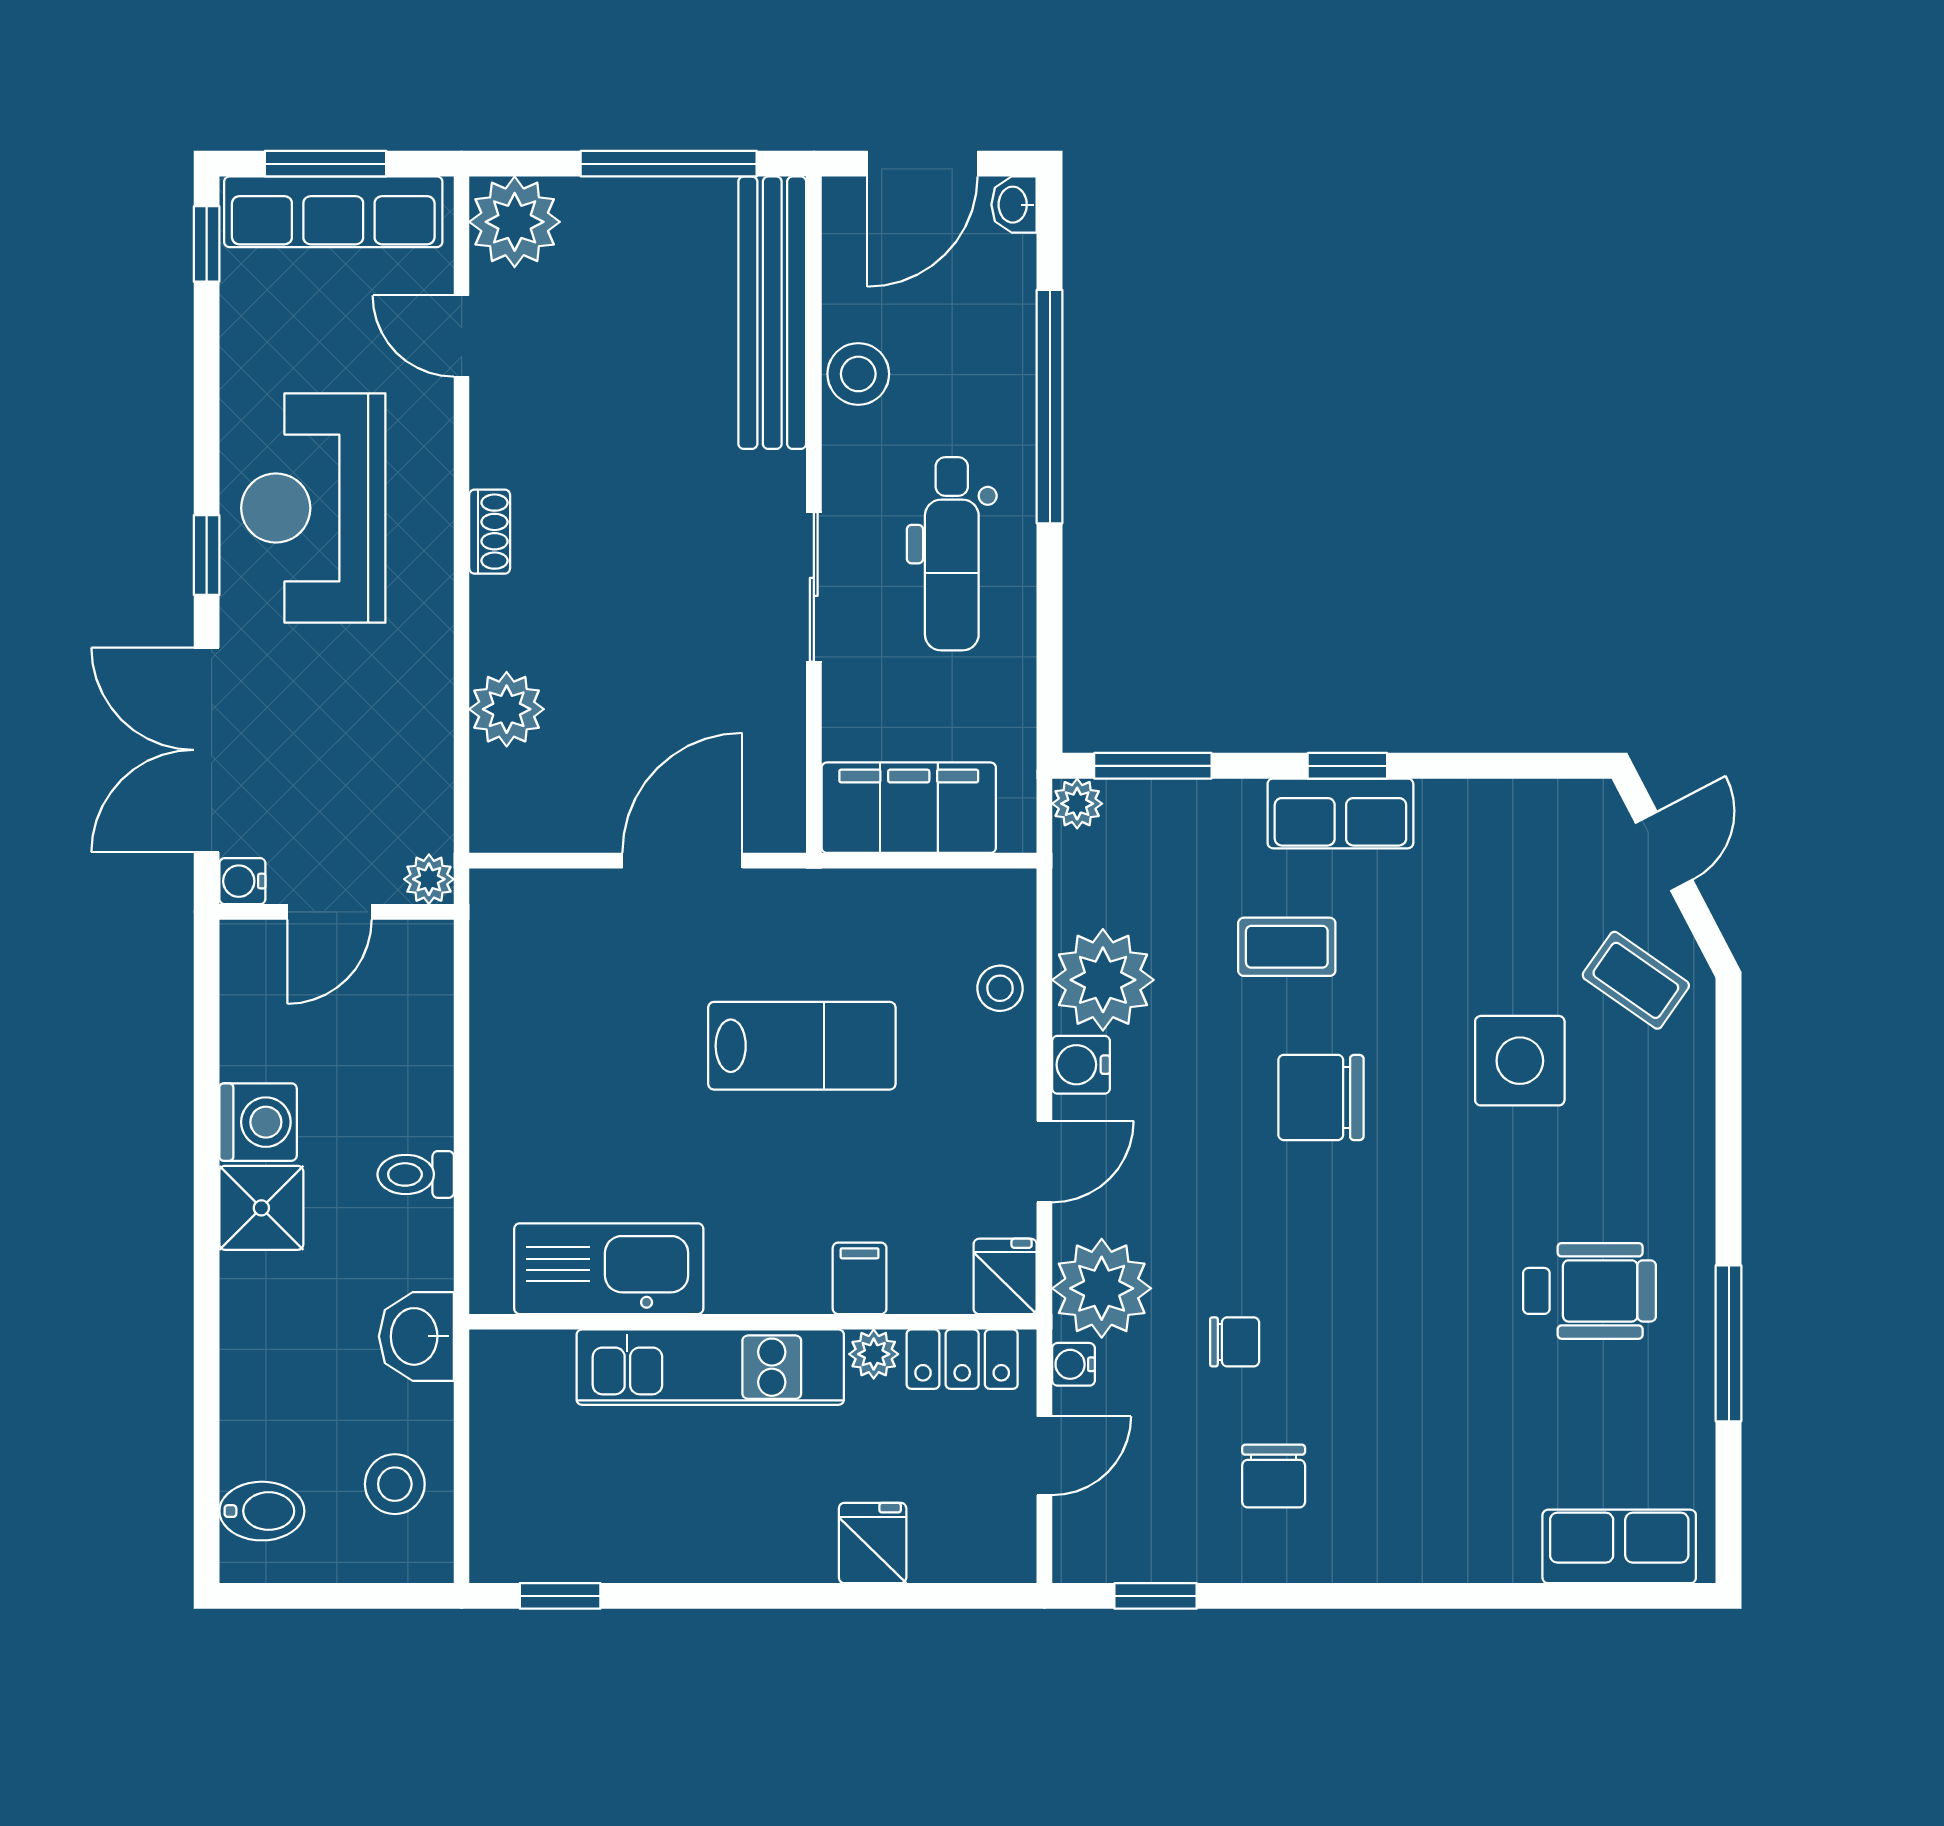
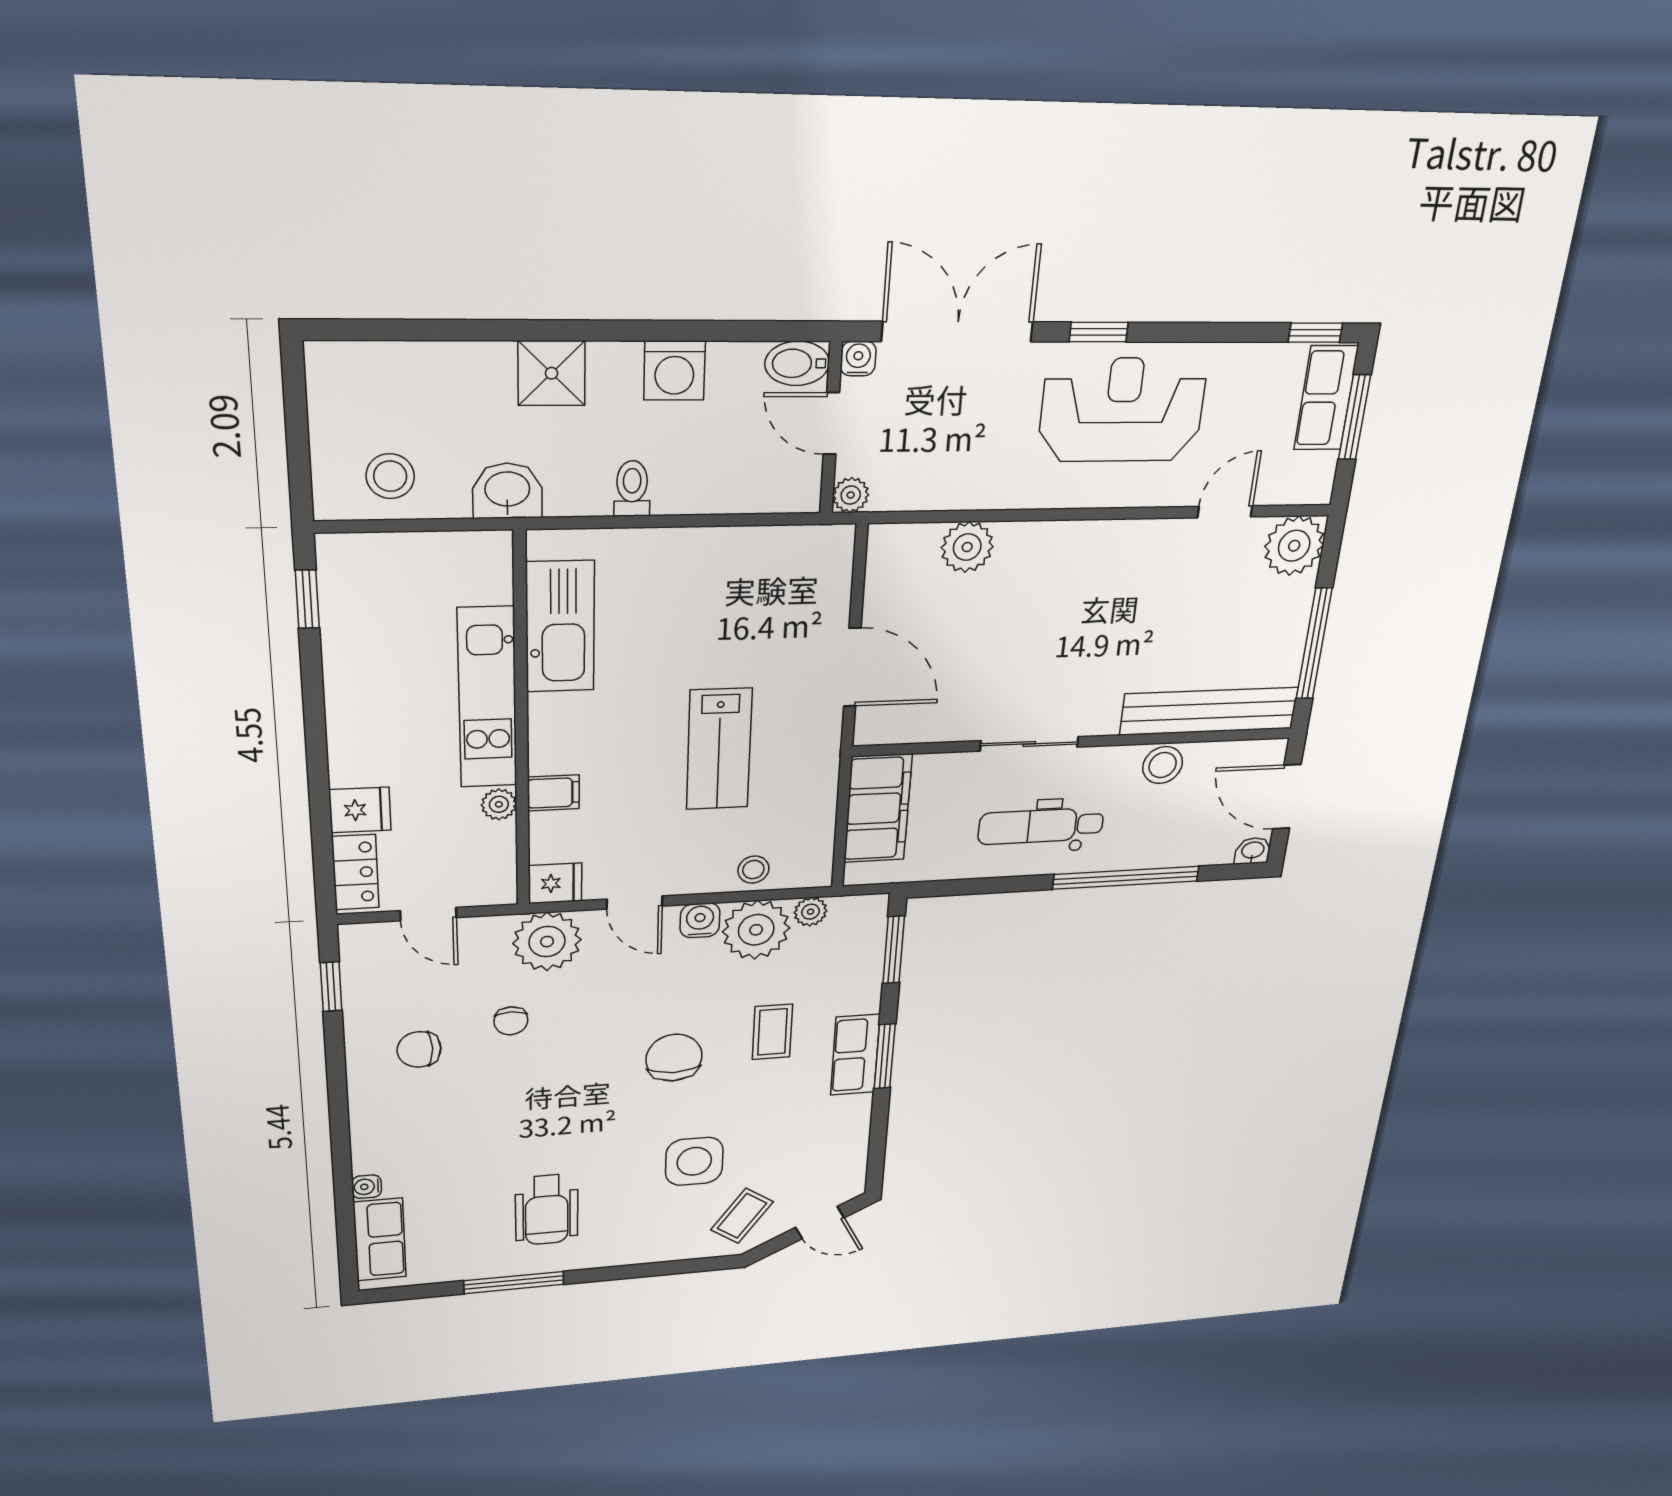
row of seats: (333, 212) -> (1326, 398), width x0.68
shoe rack: (490, 532) -> (1091, 533), removed
window: (1347, 766) -> (885, 1056), width x1.50
plant: (1077, 804) -> (811, 912), moved
shower: (261, 1208) -> (552, 373), moved
locker: (962, 1359) -> (355, 872), moved, turned 180
water cooler: (1073, 1364) -> (367, 1187), moved, turned -90
bidet: (262, 1511) -> (797, 363), moved, turned 90

